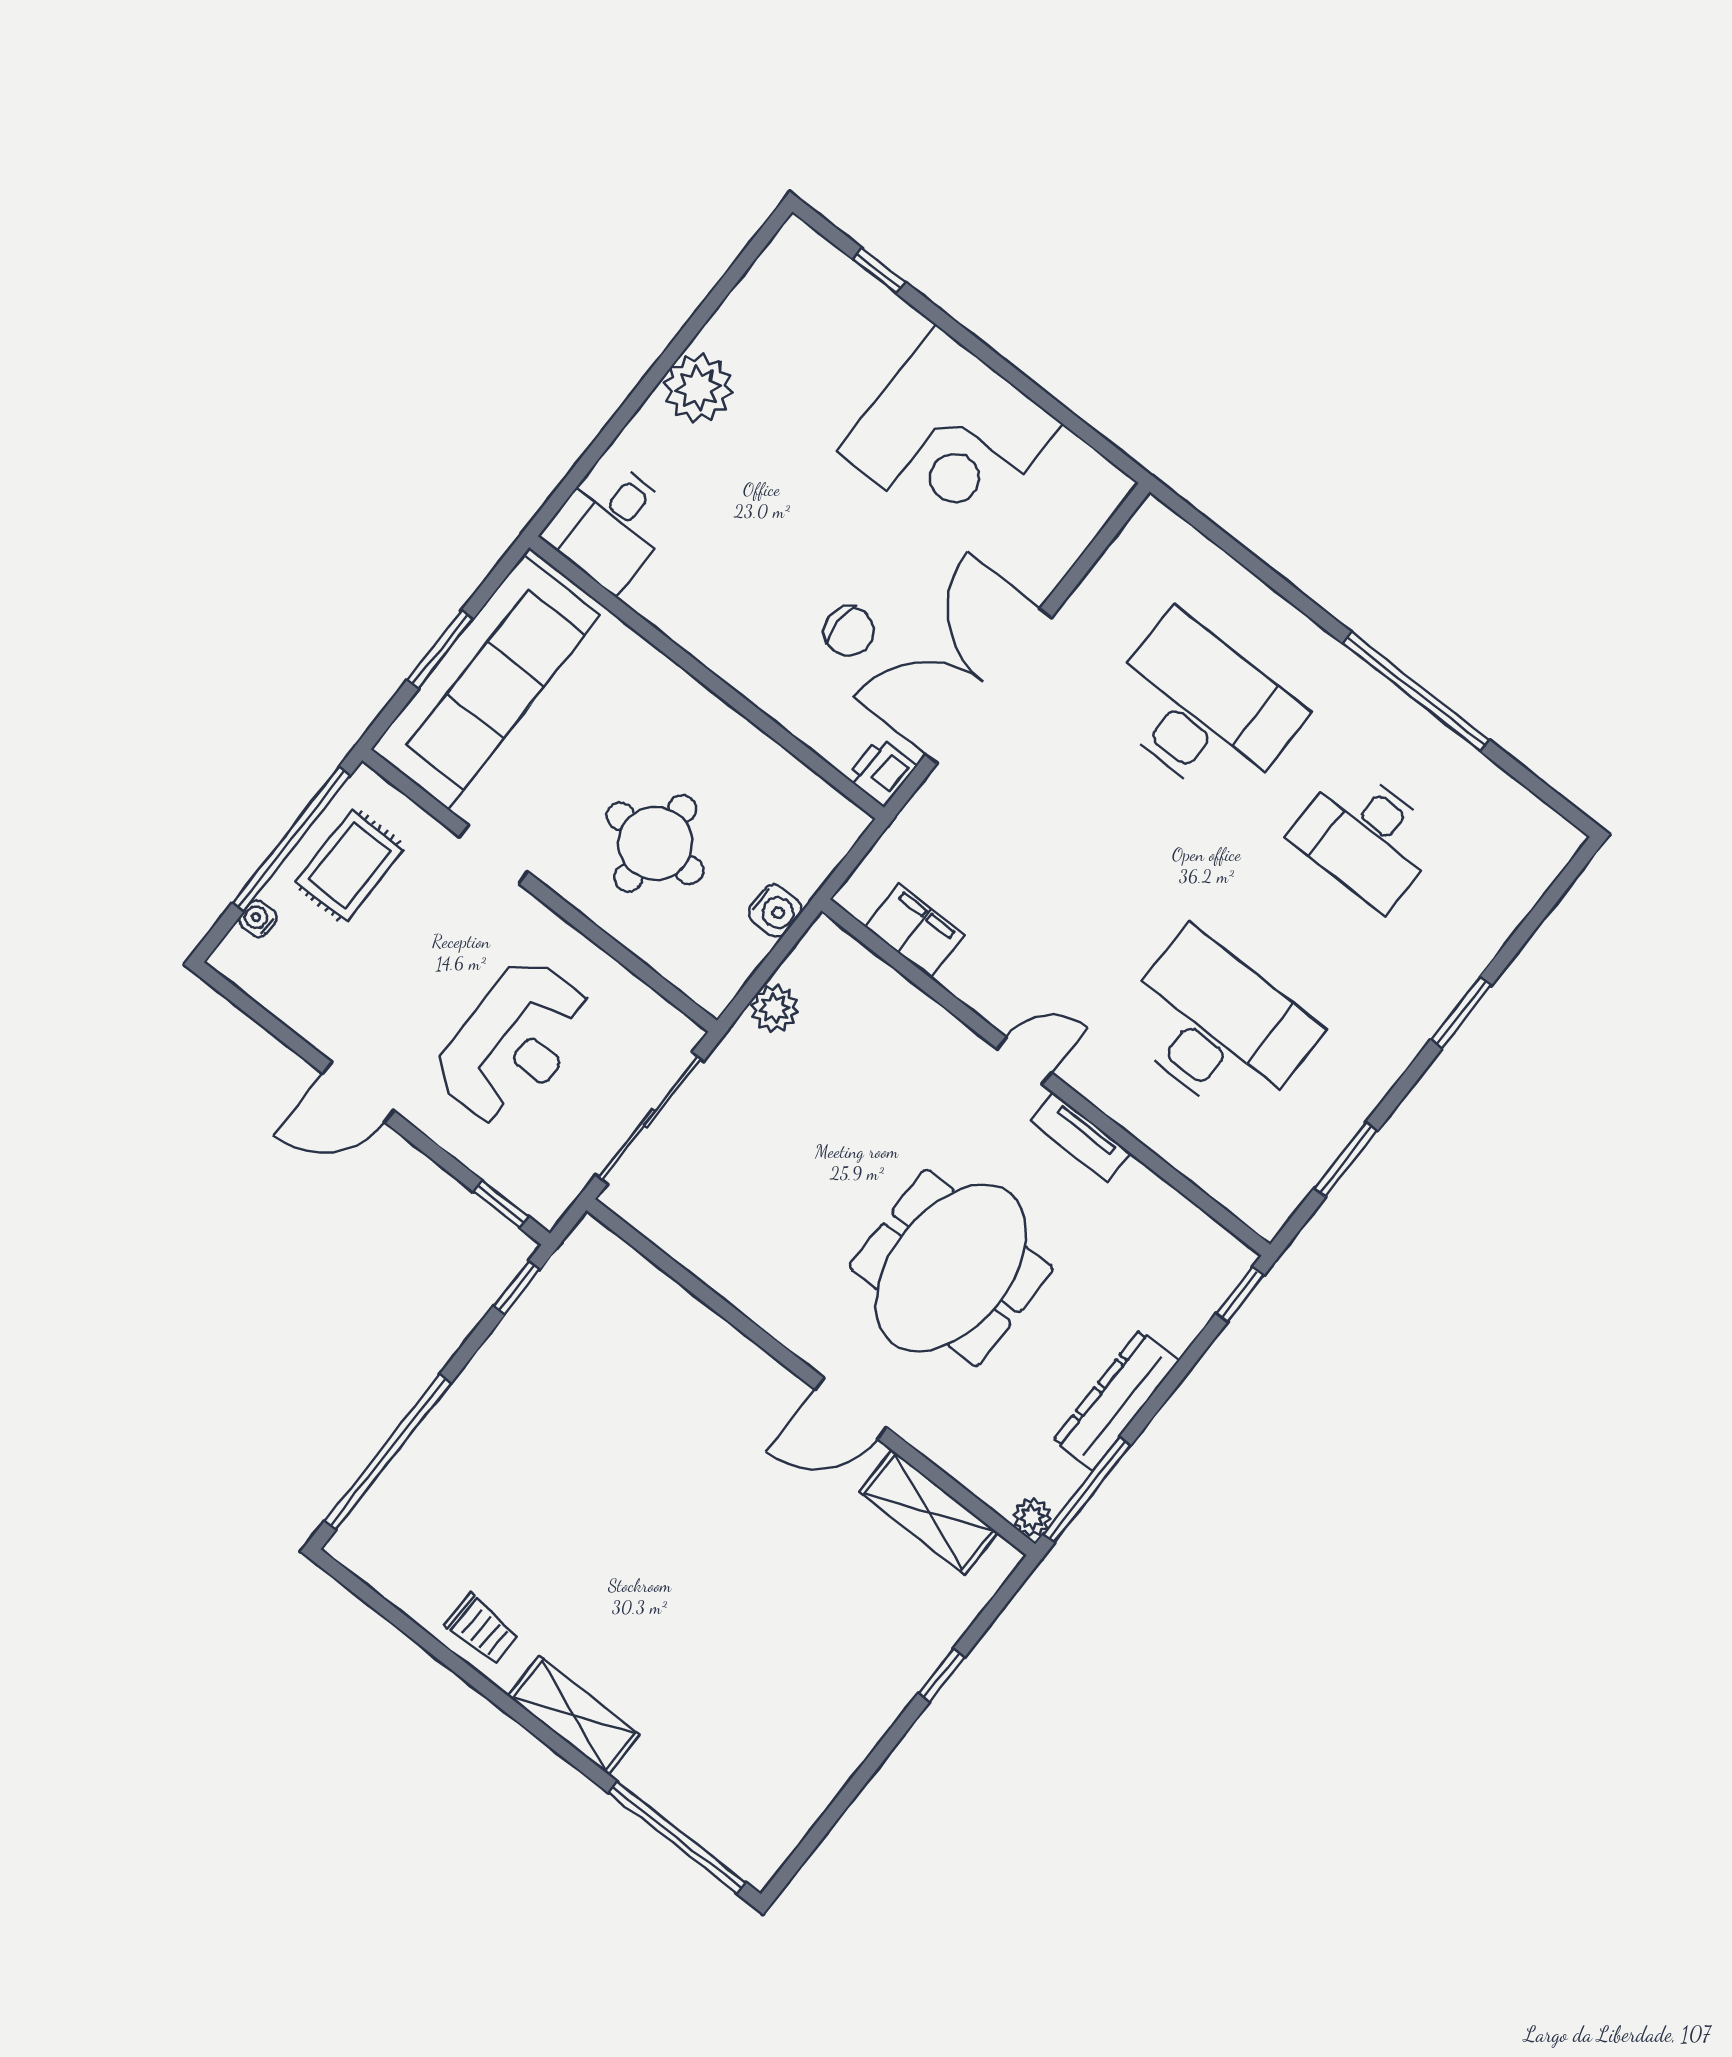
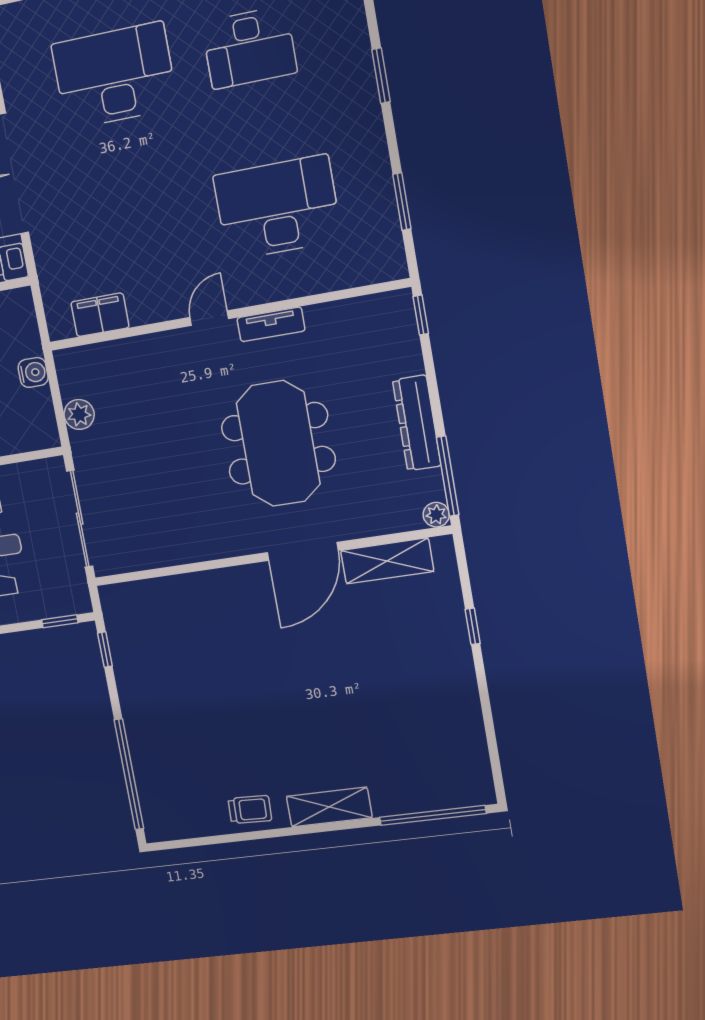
door: (851, 1409) -> (303, 551), width x1.36

